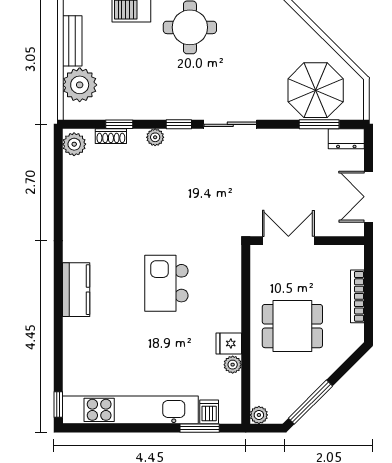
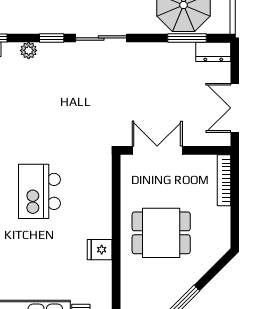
bookcase: (357, 296) -> (224, 180), moved
plant: (233, 365) -> (103, 270), removed

